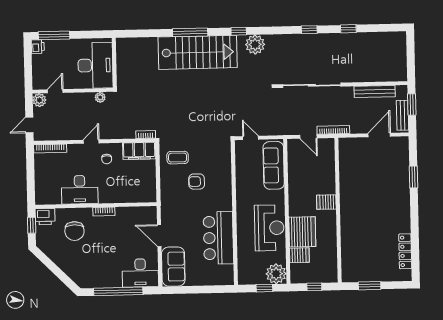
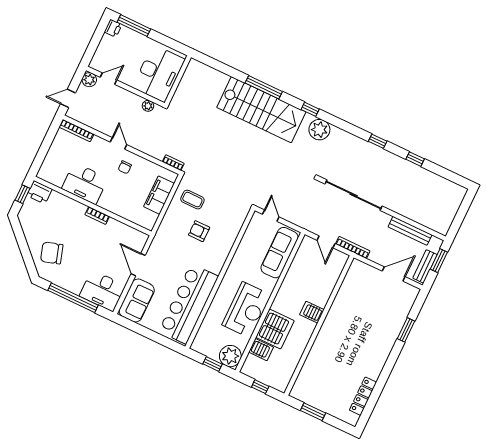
door: (91, 142) -> (118, 143), hinge flipped
filing cabinet: (139, 151) -> (159, 195), moved, turned 90
chair: (74, 231) -> (52, 253), moved, turned 73
bar counter: (218, 238) -> (189, 304), width x1.36

